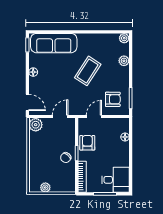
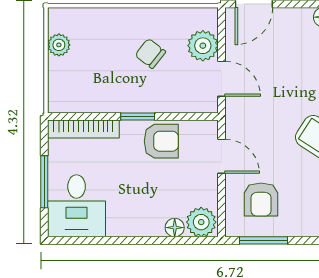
plant: (36, 125) -> (203, 46), moved
plant: (123, 125) -> (201, 222), added
chair: (66, 158) -> (150, 53), moved

